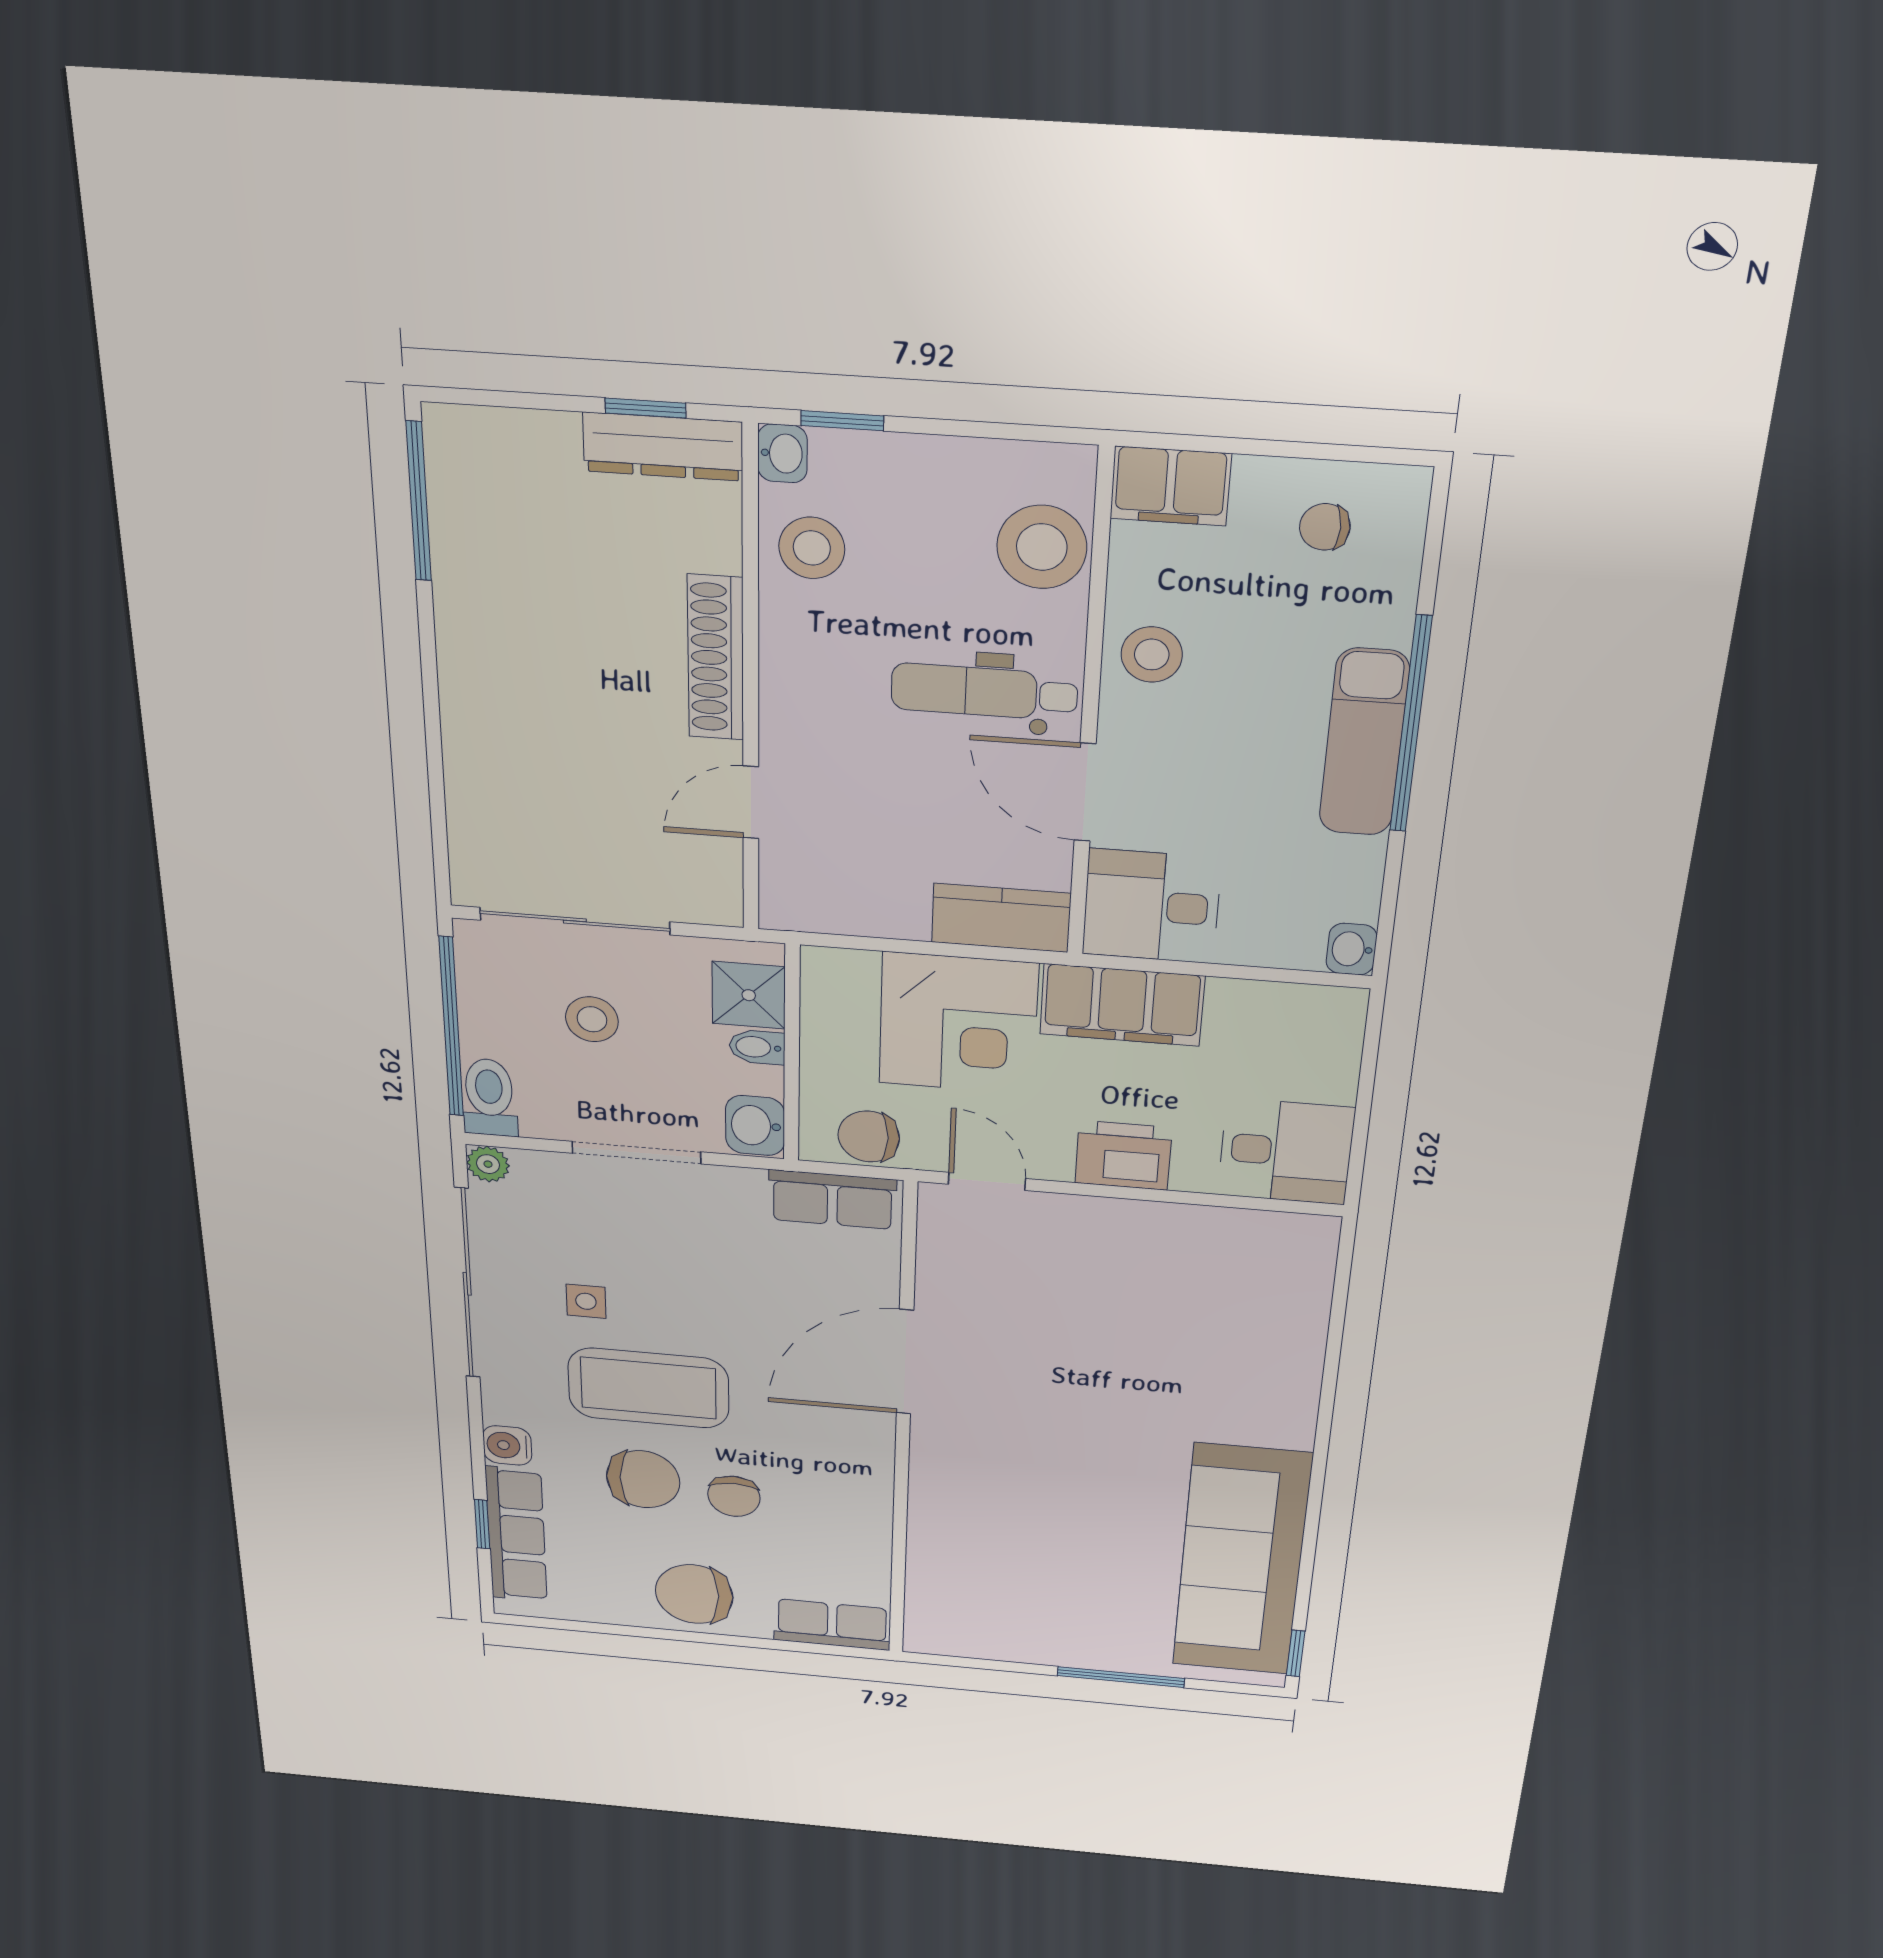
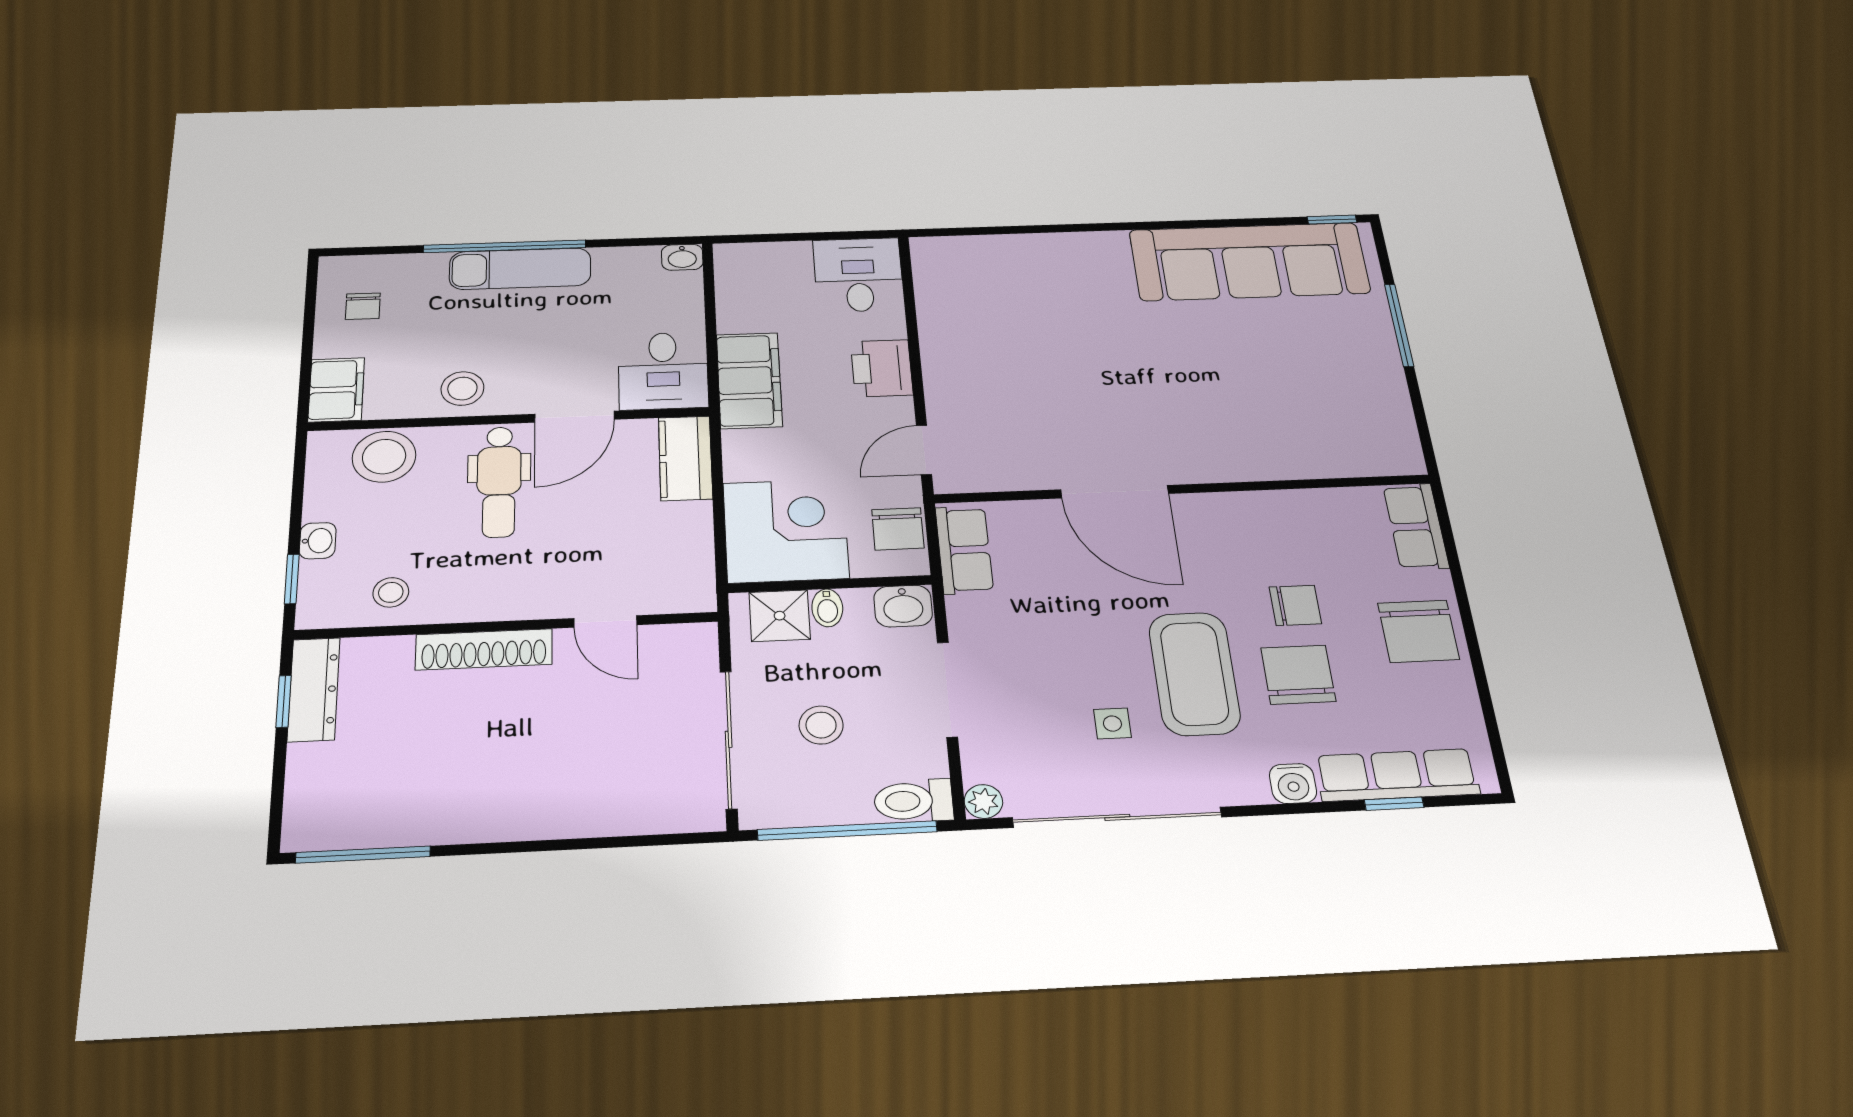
washbasin: (782, 453) -> (318, 541), moved, turned 90
stool: (812, 548) -> (391, 592), width x0.73, depth x0.73
corner desk: (958, 1024) -> (786, 530), moved

